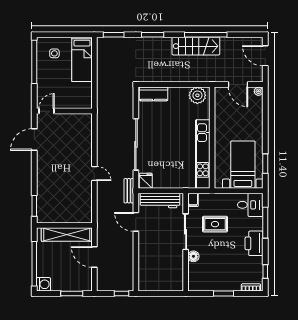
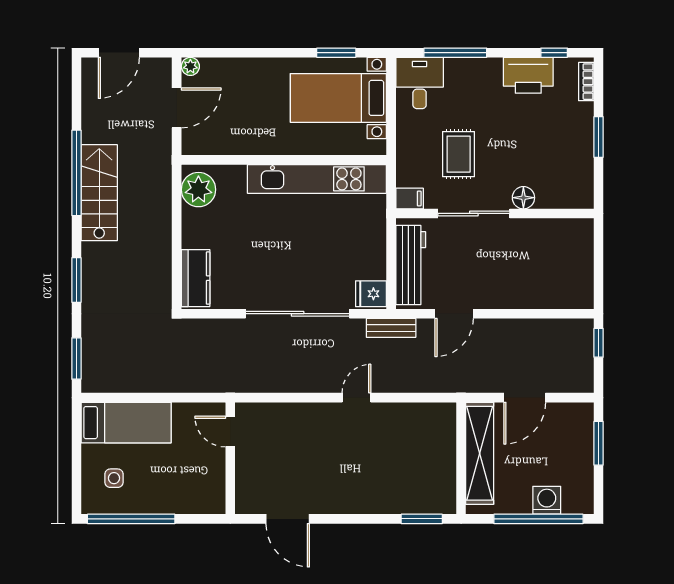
door: (47, 111) -> (230, 432), moved
printer: (254, 243) -> (528, 75), moved
washing machine: (43, 284) -> (547, 500), moved

